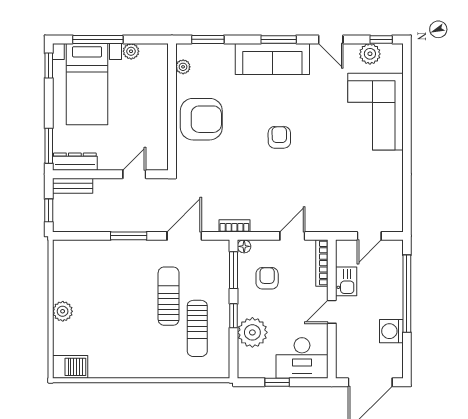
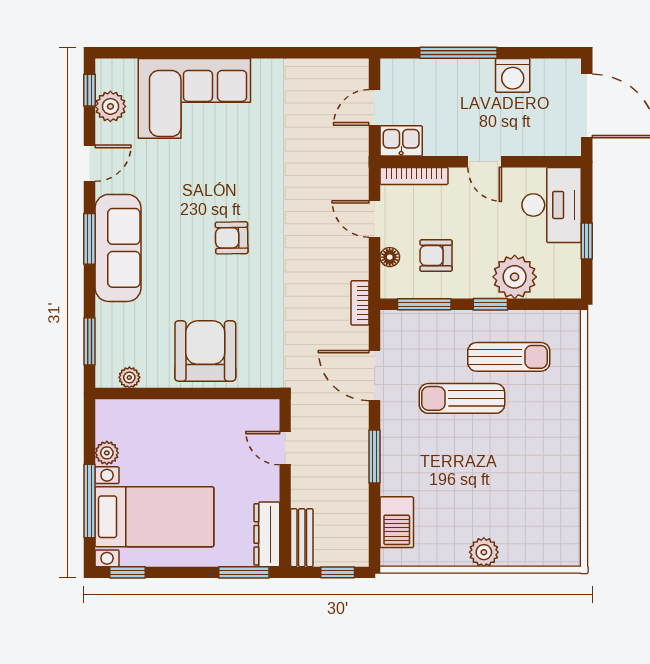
door: (369, 236) -> (375, 107), swing flipped
floor lamp: (244, 246) -> (390, 257), moved
kitchen sink: (346, 281) -> (401, 141), moved
window: (407, 294) -> (458, 53), width x0.68
barbecue: (70, 367) -> (397, 522), moved, turned 180

